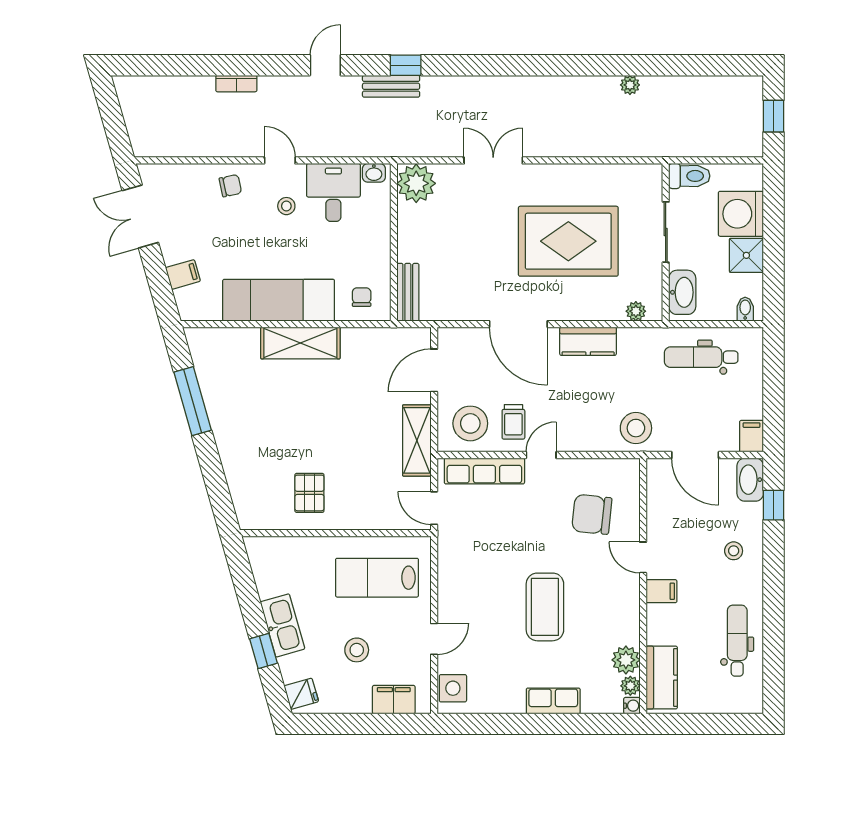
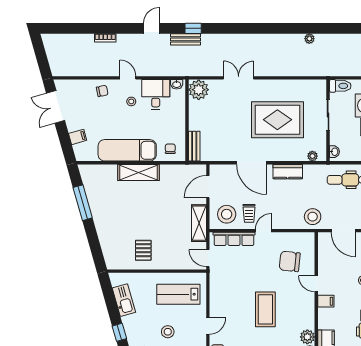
washbasin: (682, 292) -> (334, 152), width x0.52, depth x0.69
kitchen sink: (283, 625) -> (124, 300), moved

